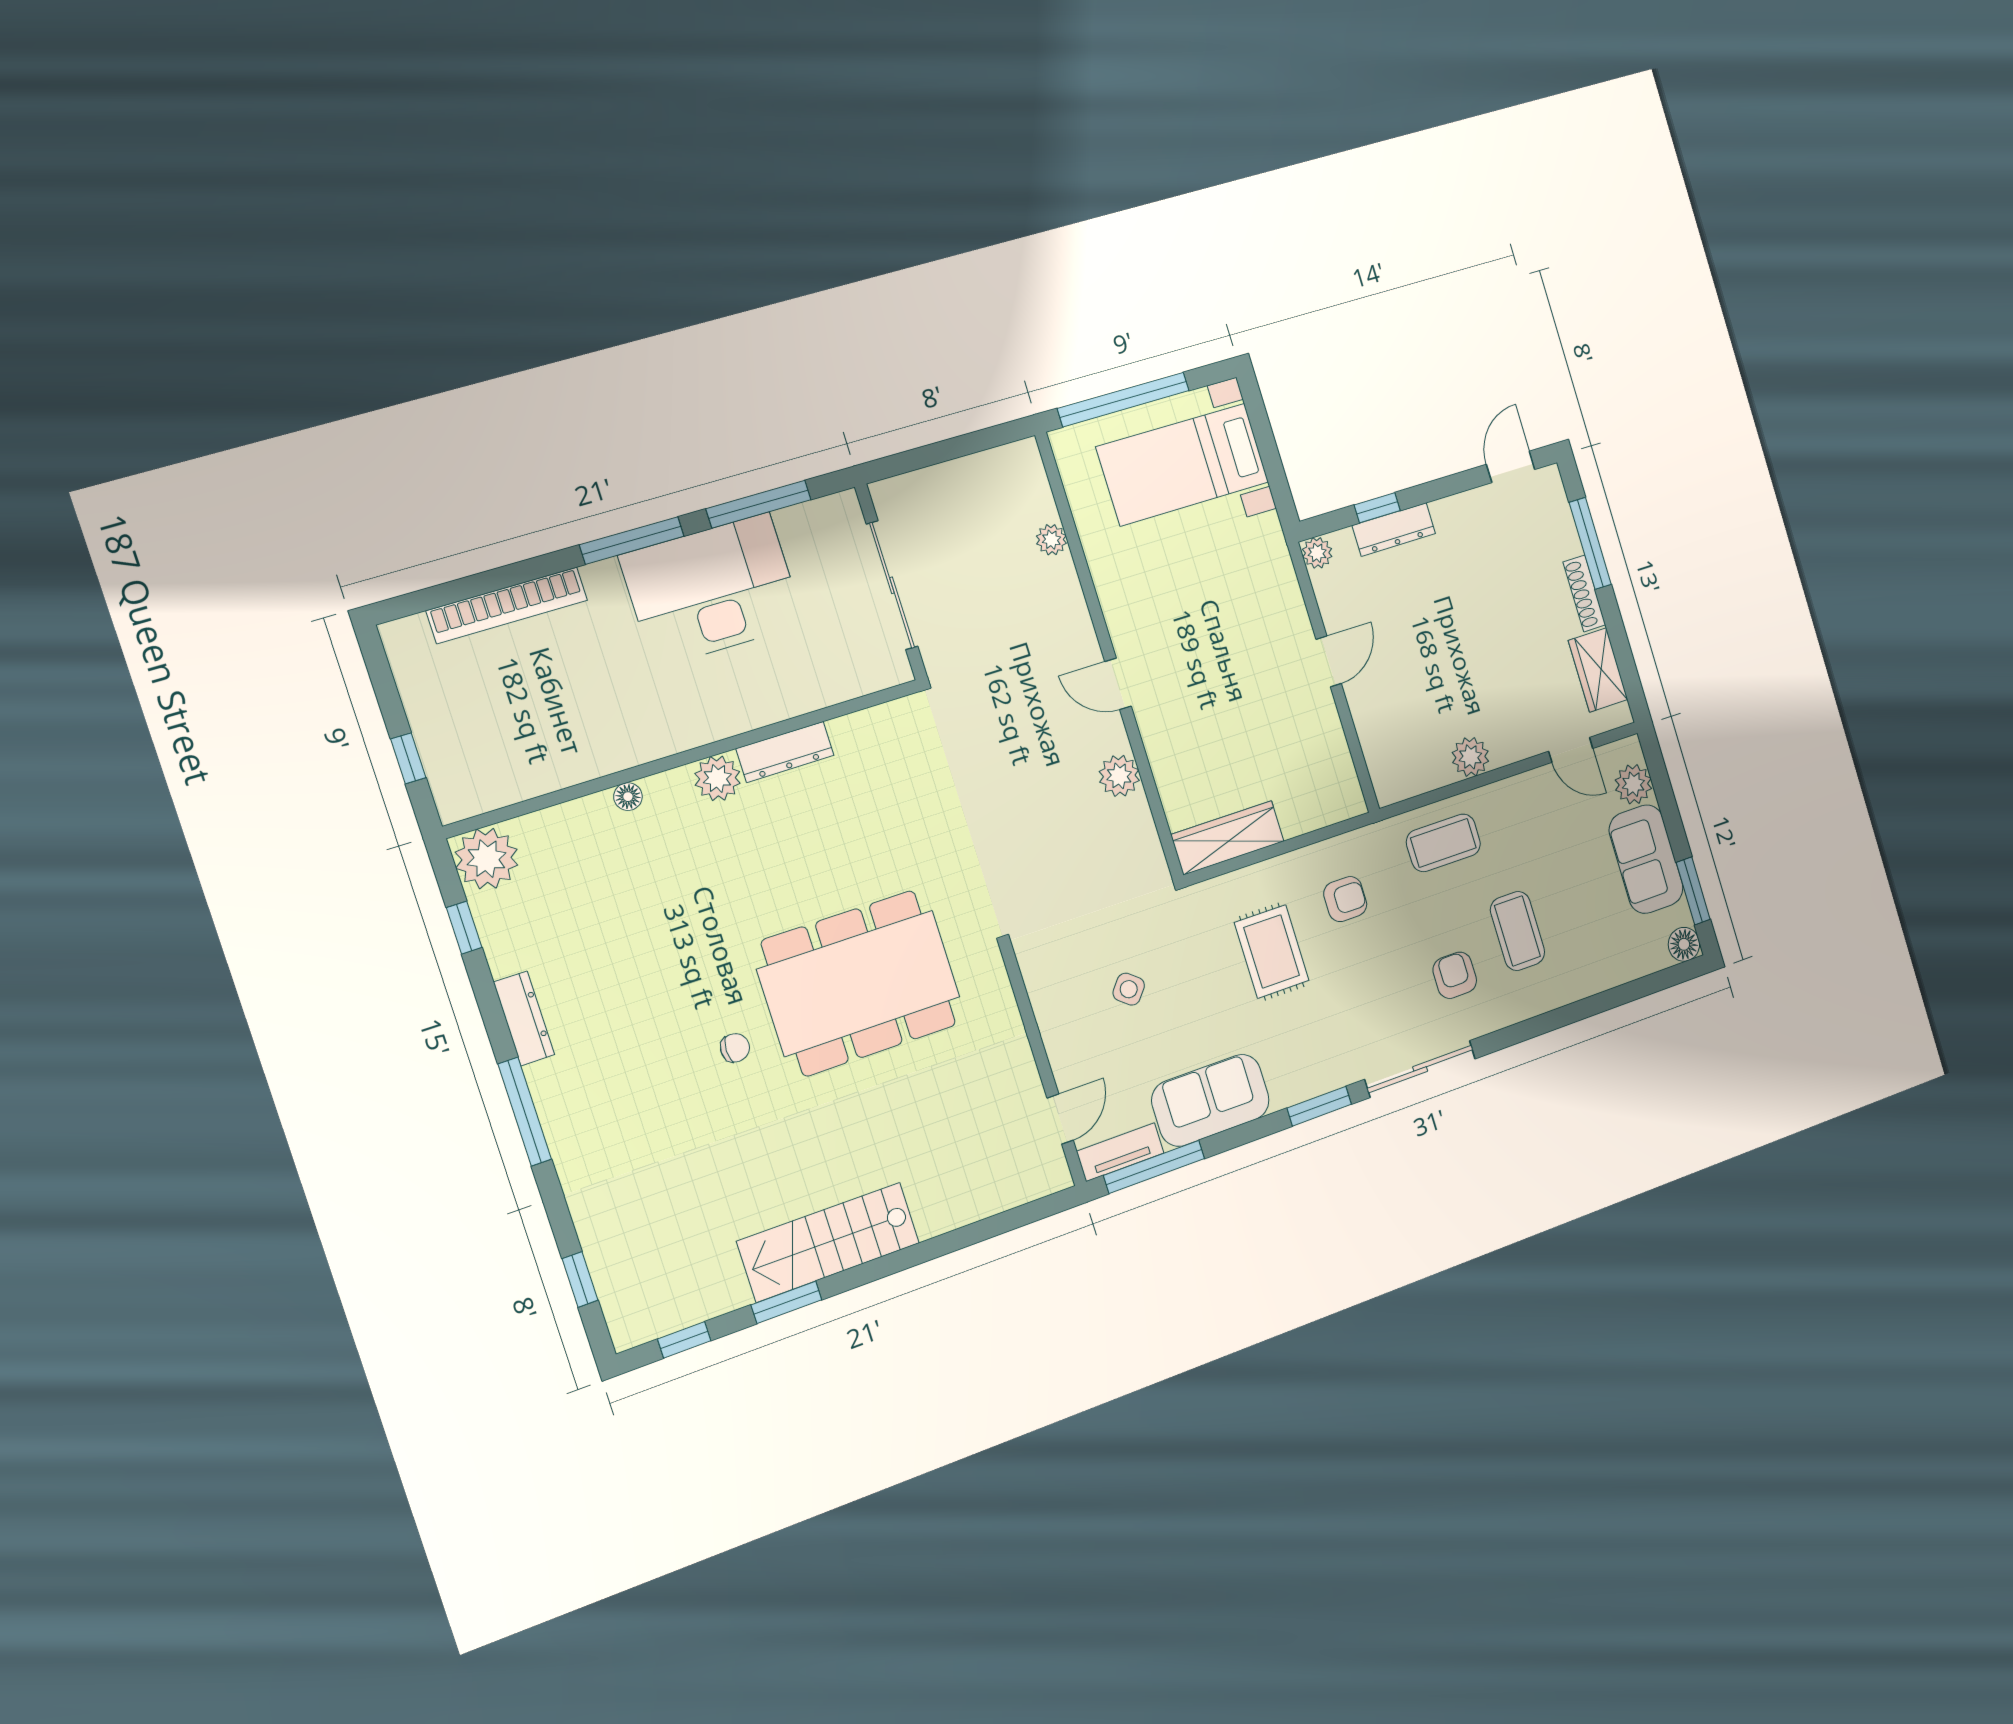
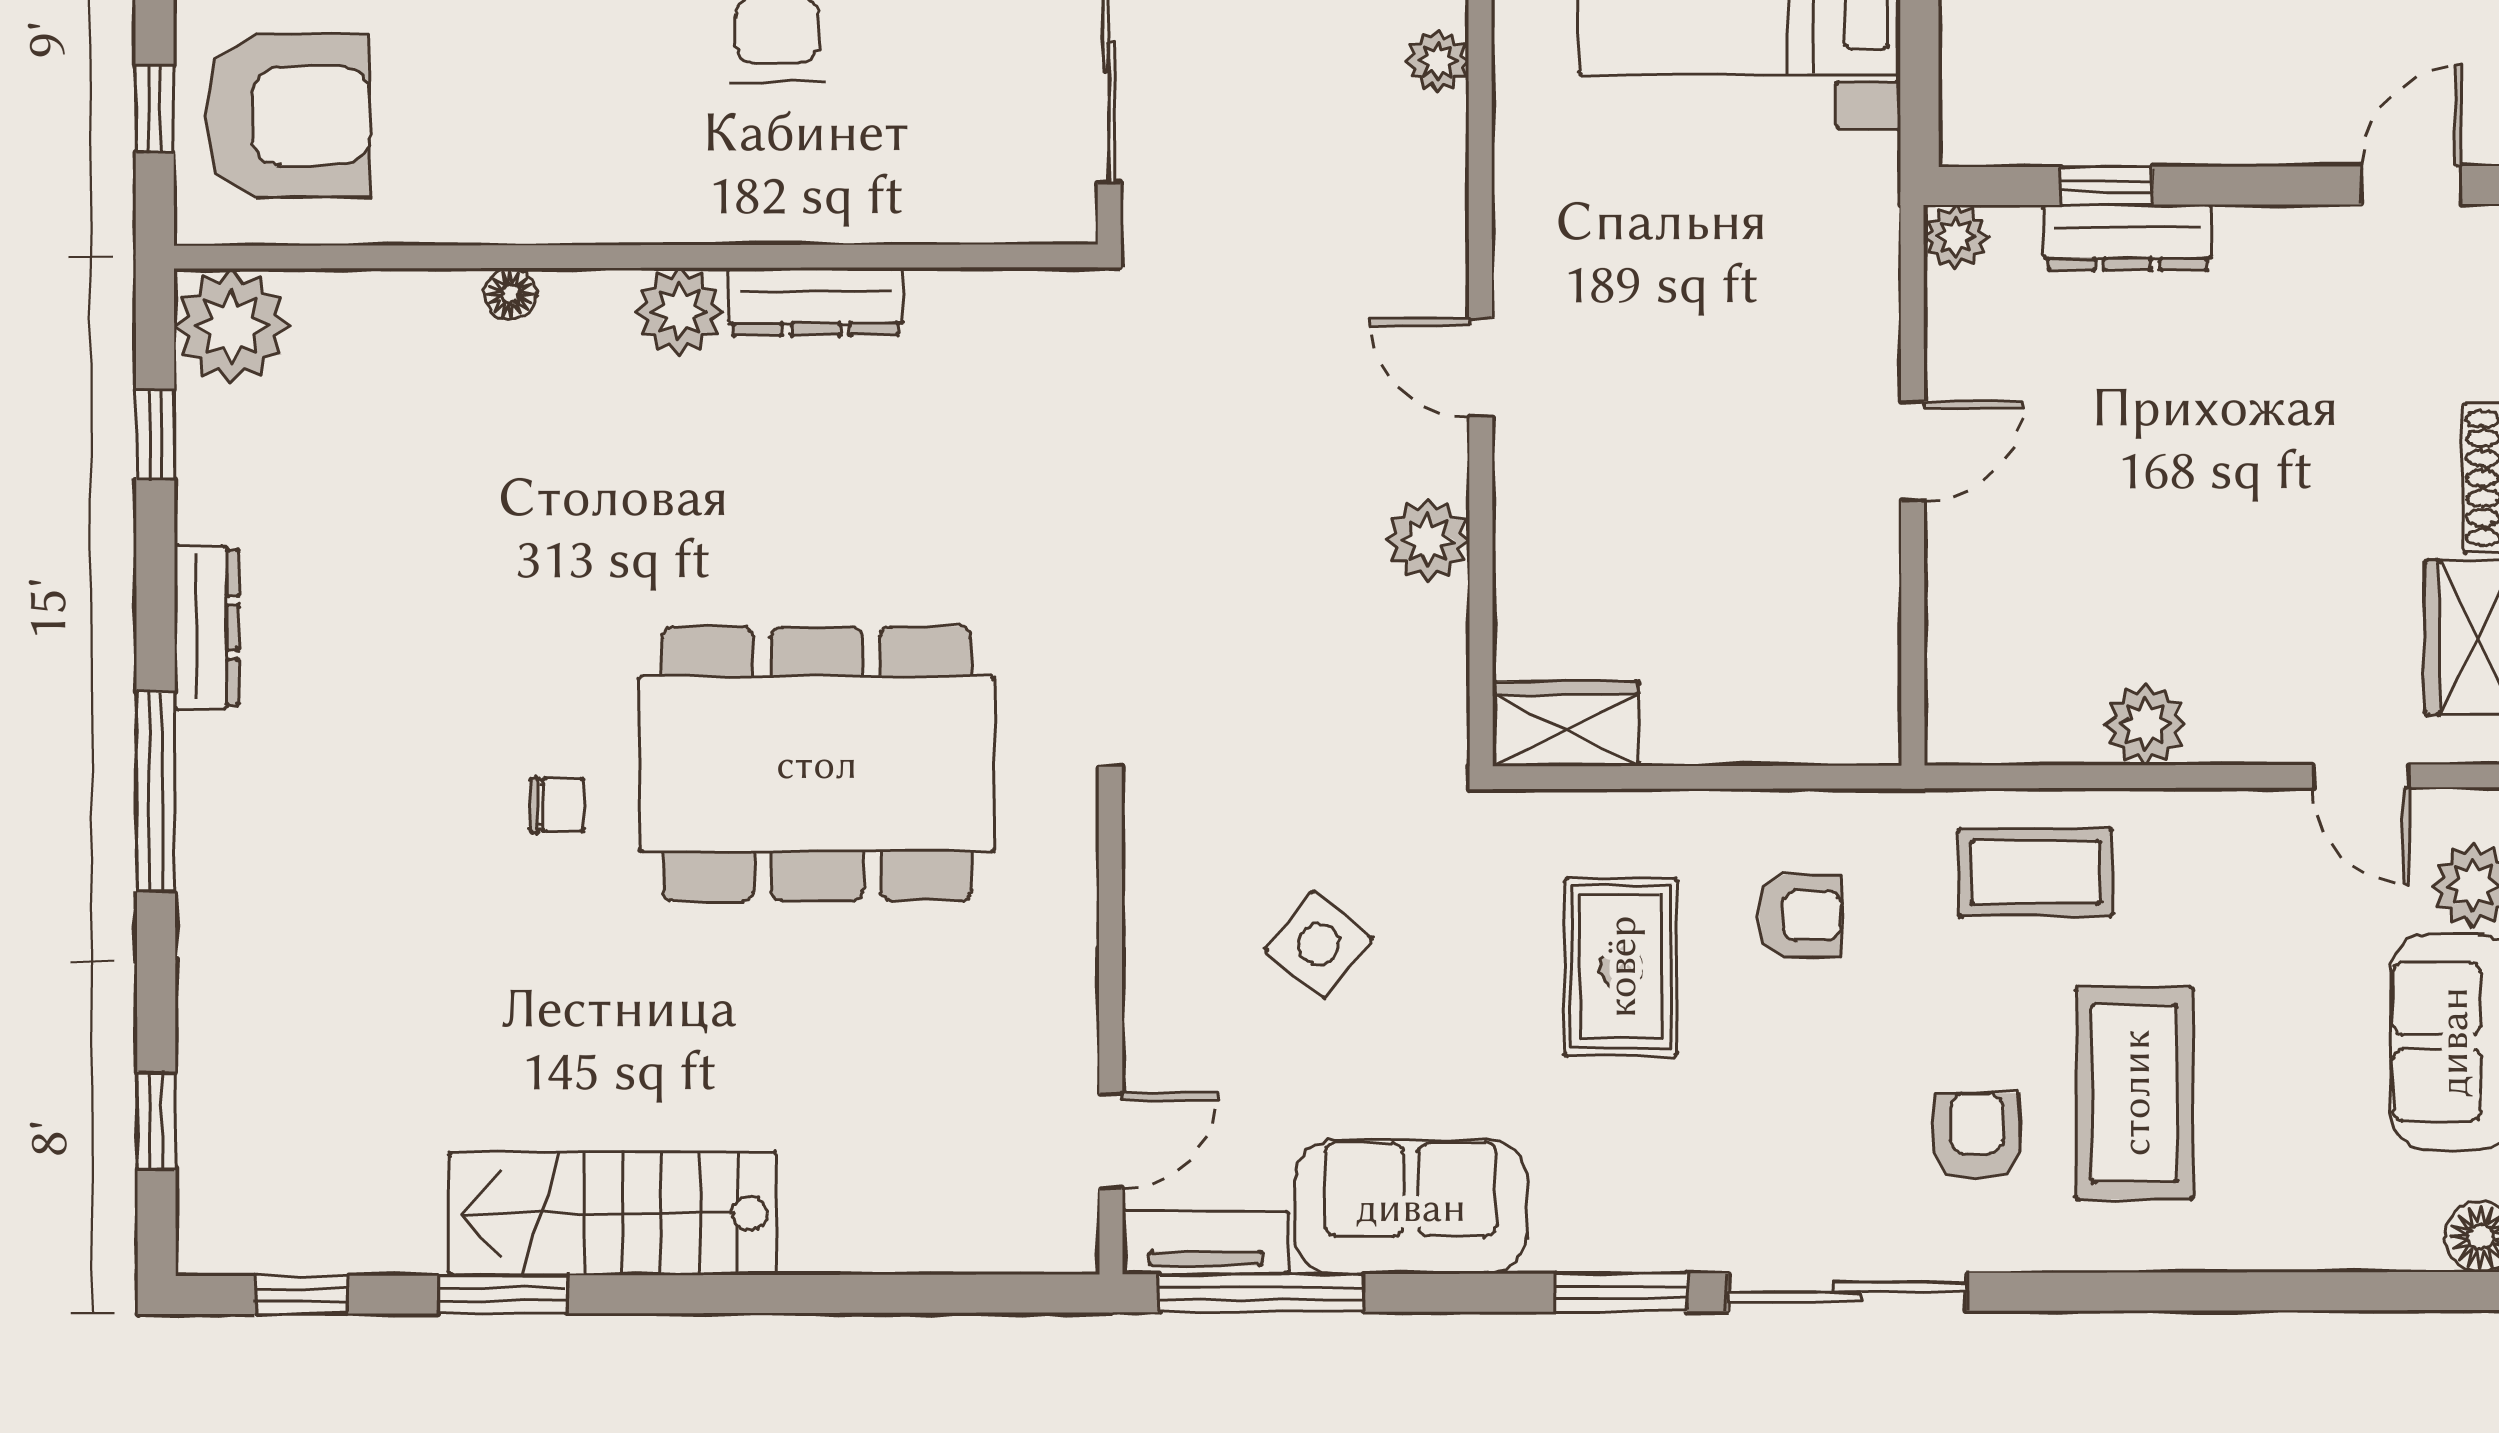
armchair: (481, 741) -> (288, 116), added
wardrobe: (1228, 838) -> (1566, 724), width x0.67
coffee table: (1518, 931) -> (2135, 1093), width x1.36, depth x1.32
side table: (1129, 989) -> (1319, 944), width x1.37, depth x1.37

